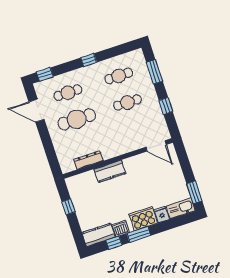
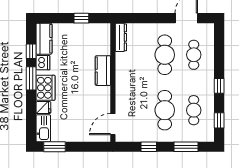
window: (45, 74) -> (219, 120), moved
cafe table: (127, 103) -> (165, 110), width x1.37, depth x1.35
dresser: (88, 160) -> (121, 37), moved

